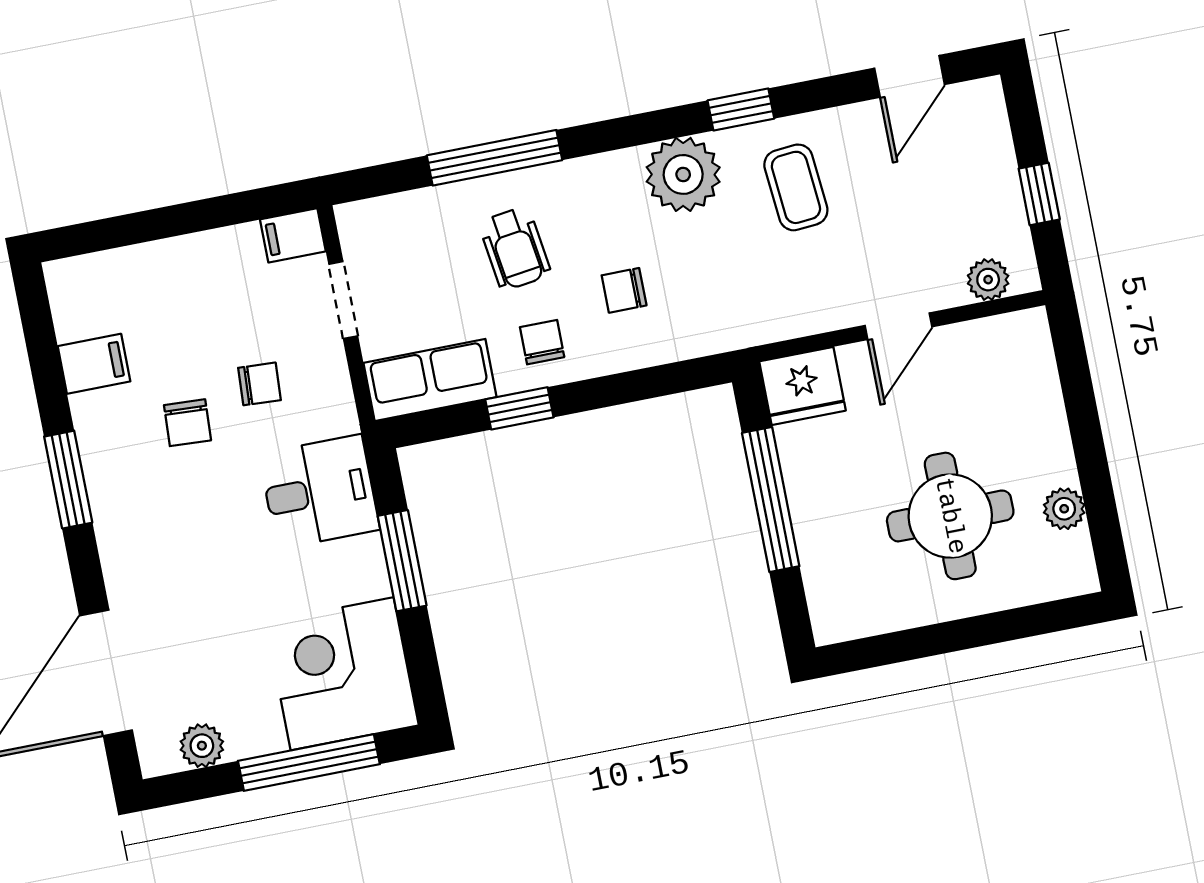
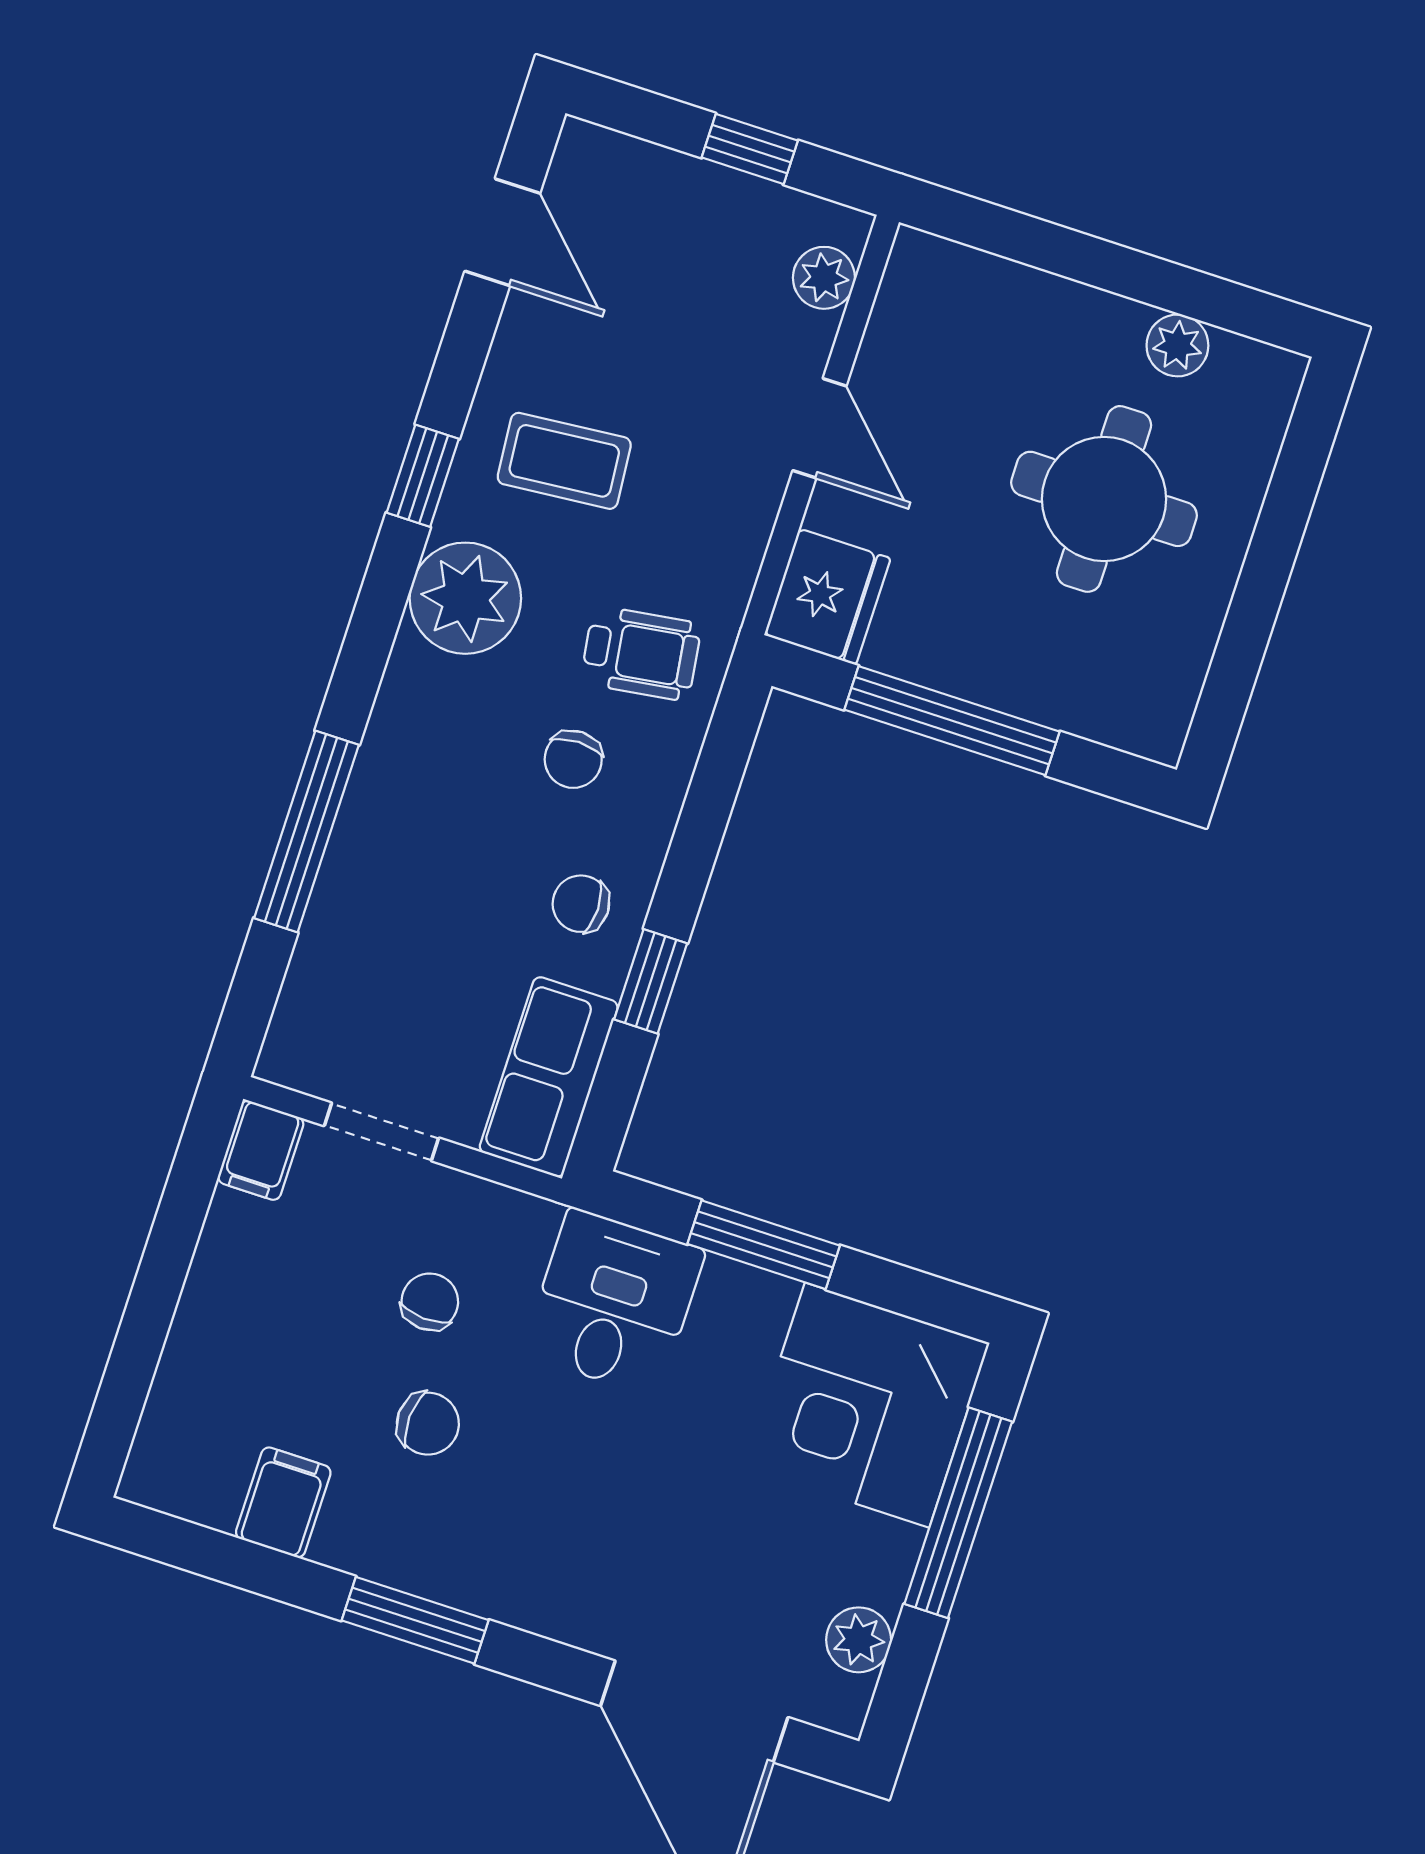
wheelchair: (515, 248) -> (641, 653), moved

